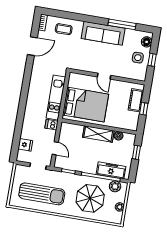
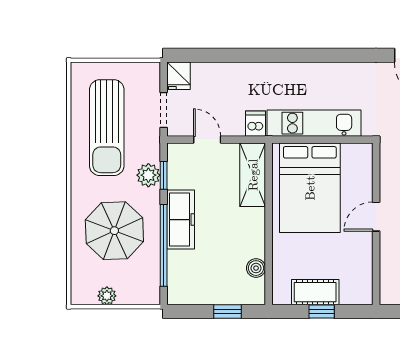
cot: (136, 100) -> (315, 292), moved
shelving: (98, 134) -> (253, 175), moved
fridge: (25, 145) -> (179, 76), moved
door: (55, 148) -> (207, 140), swing flipped
freezer: (111, 170) -> (181, 220), moved
plant: (115, 186) -> (148, 175), moved

